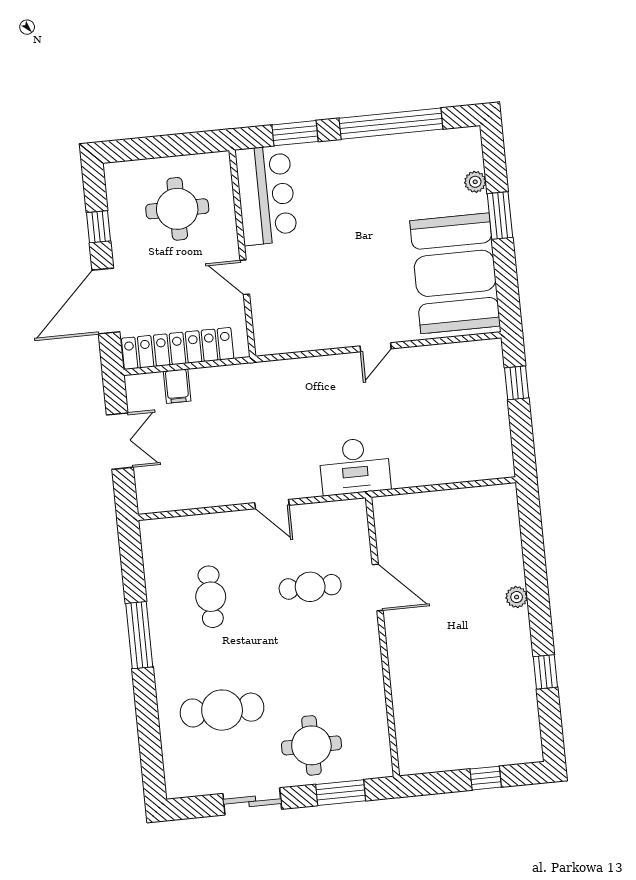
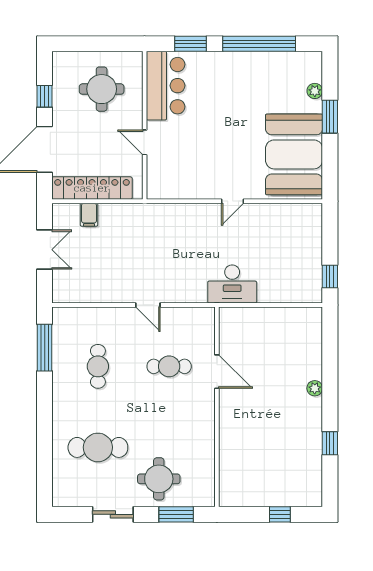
window: (517, 383) -> (330, 276), moved
desk: (355, 466) -> (232, 284), moved
window: (139, 635) -> (45, 348), moved

